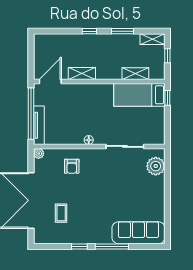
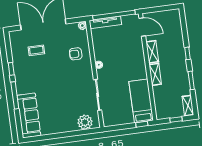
shelving: (135, 74) -> (155, 74), moved

